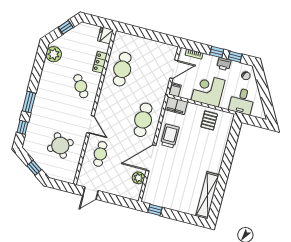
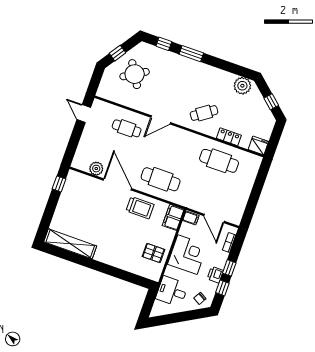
round table: (60, 146) -> (135, 74), moved

